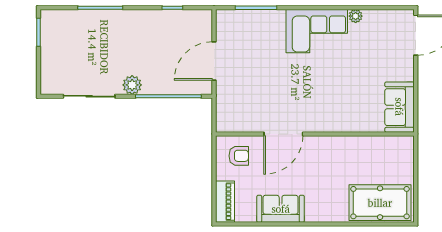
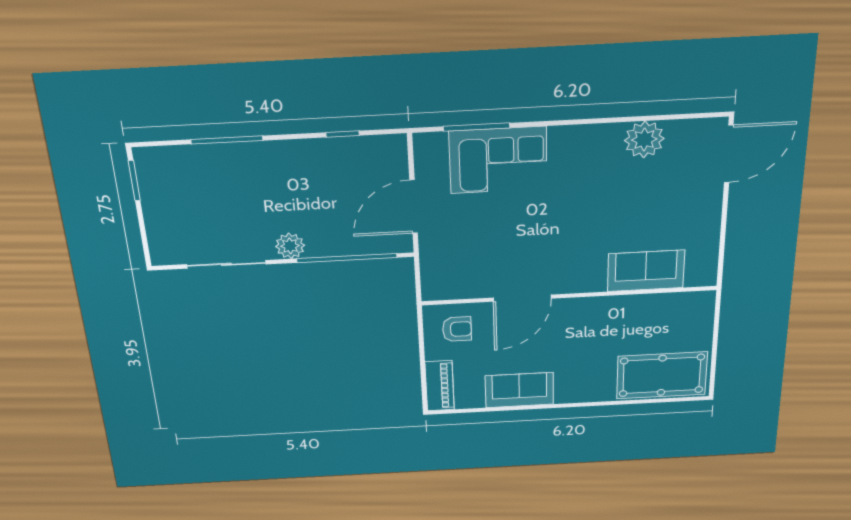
plant: (356, 16) -> (644, 139), width x1.88, depth x1.88
corner sofa: (317, 31) -> (498, 160), moved
sofa: (399, 107) -> (646, 271), moved, turned 90

